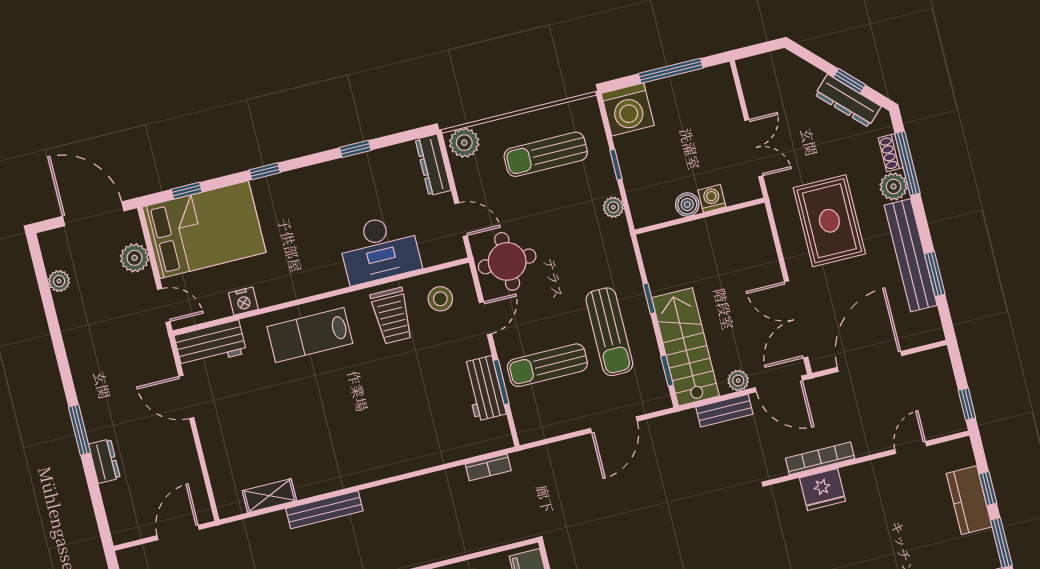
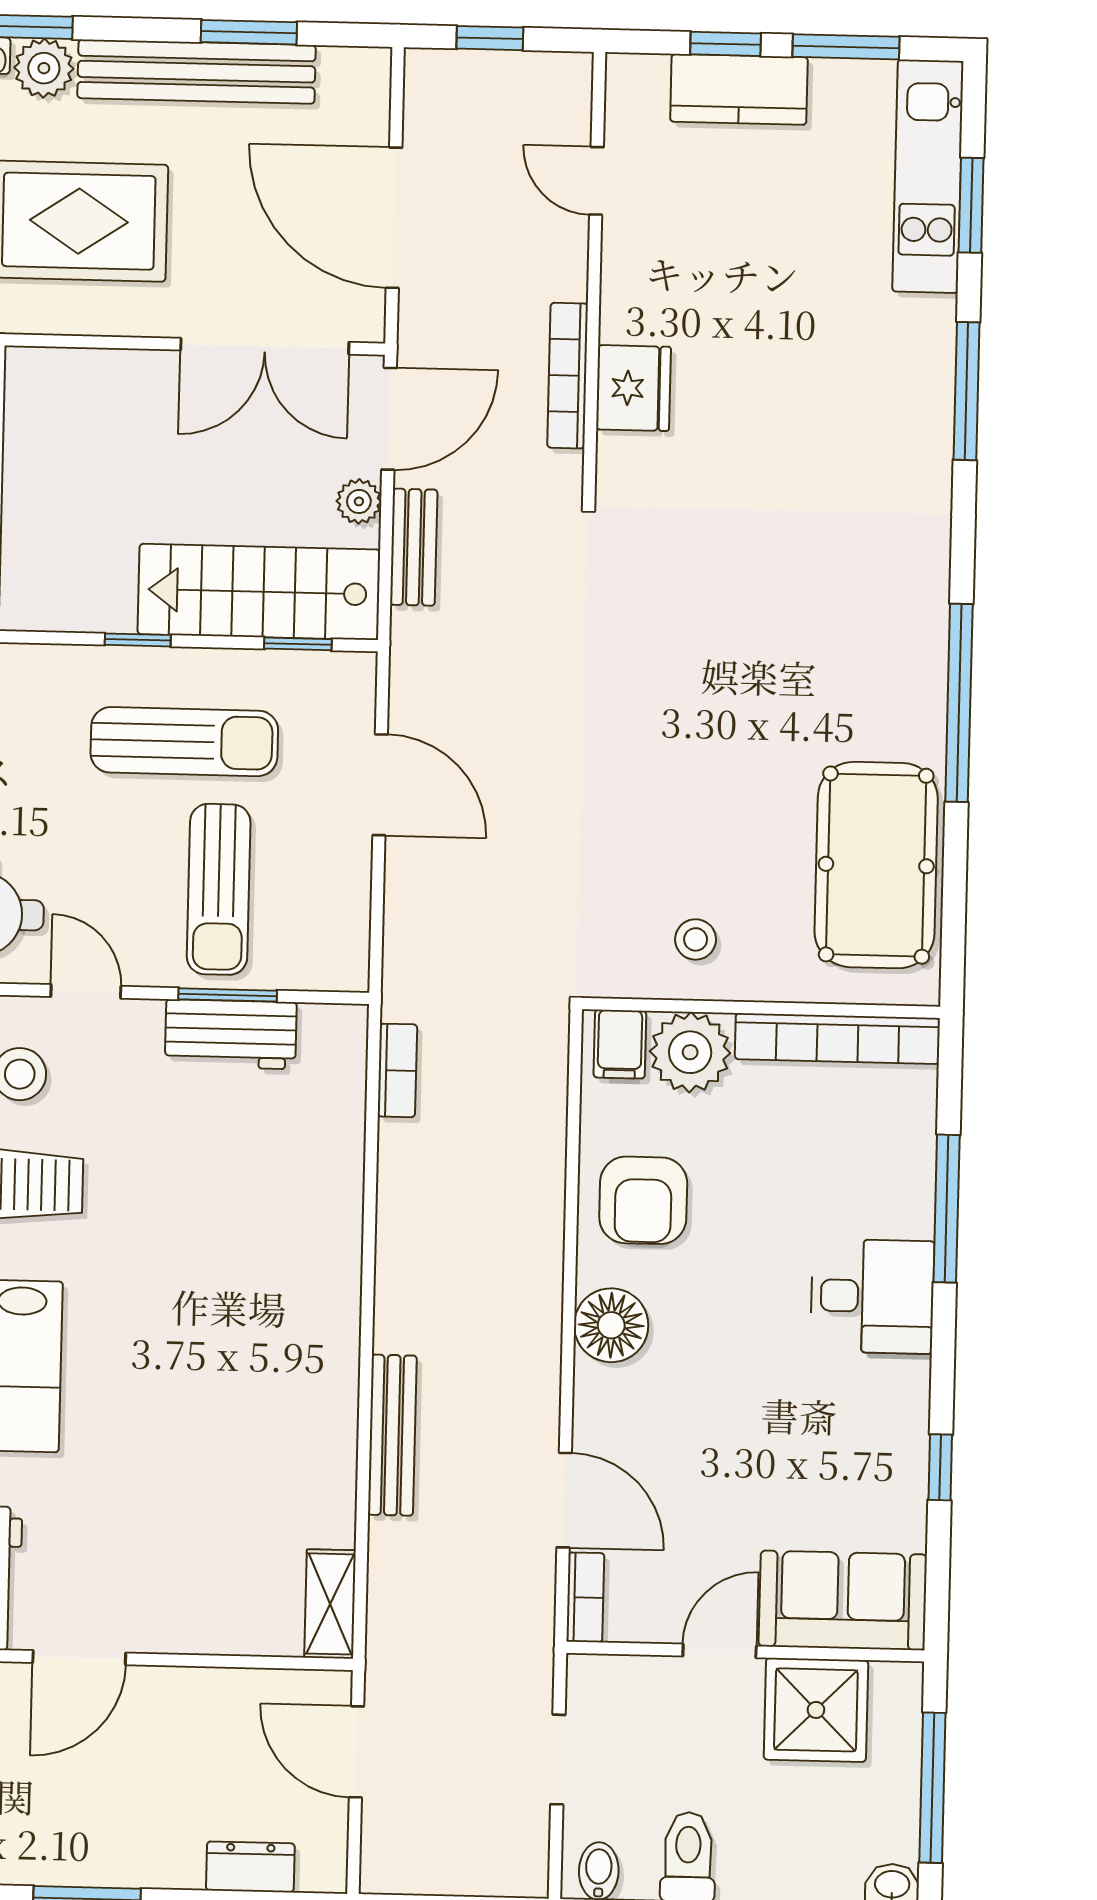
window: (967, 404) -> (490, 38), moved
dresser: (104, 461) -> (250, 1867), moved
shelving: (269, 496) -> (330, 1604), moved

